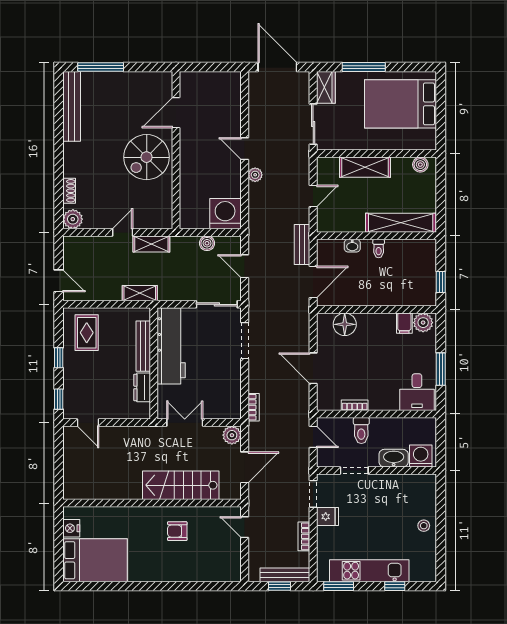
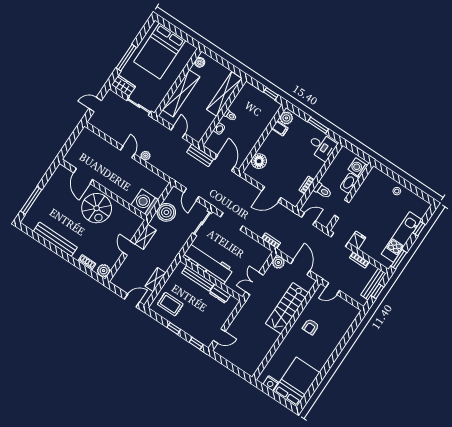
door: (277, 67) -> (95, 105), width x0.53
bench: (72, 106) -> (55, 239), moved
door: (245, 149) -> (127, 152), swing flipped
shelving: (365, 167) -> (181, 93), width x1.47
washing machine: (225, 214) -> (145, 202), moved
boiler: (207, 243) -> (166, 212), width x1.86, depth x1.86
door: (245, 266) -> (191, 194), hinge flipped
shelving: (140, 293) -> (155, 280), moved

